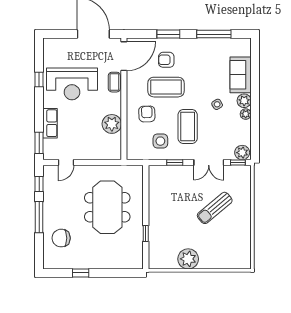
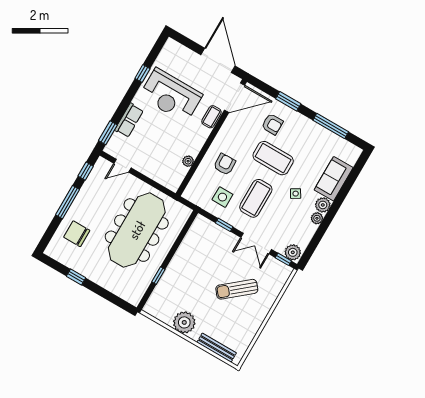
armchair: (166, 60) -> (272, 124), turned 180
coffee table: (166, 87) -> (273, 158), moved
plant: (112, 124) -> (188, 161), width x0.53, depth x0.53
meeting table: (107, 207) -> (137, 230), width x1.36
bench: (226, 264) -> (217, 348), added

